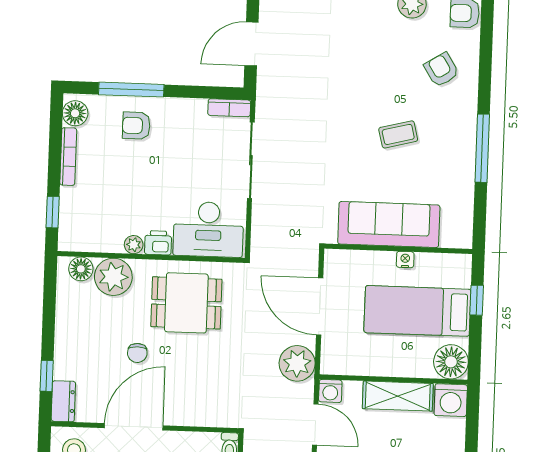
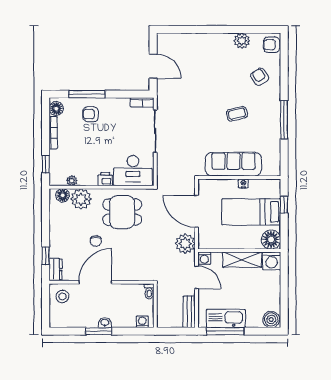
door: (251, 44) -> (153, 66), swing flipped
plant: (134, 245) -> (72, 181), moved

